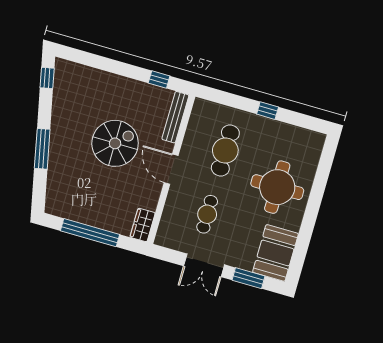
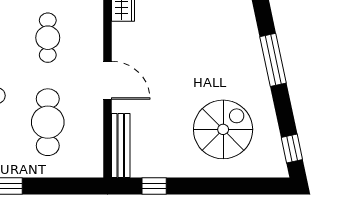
spiral stairs: (115, 143) -> (223, 129), moved, turned 180

